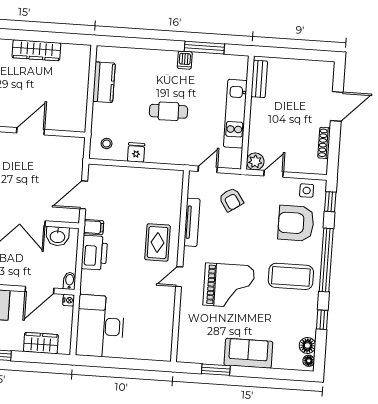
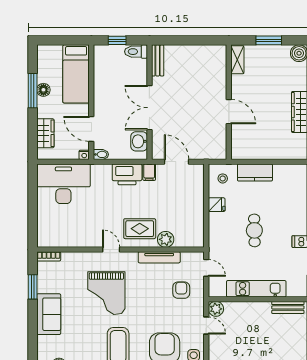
kitchen counter: (104, 82) -> (255, 172), moved
armchair: (231, 200) -> (181, 290), turned 124
plant: (172, 214) -> (166, 239), added
bookcase: (182, 349) -> (49, 256), added

